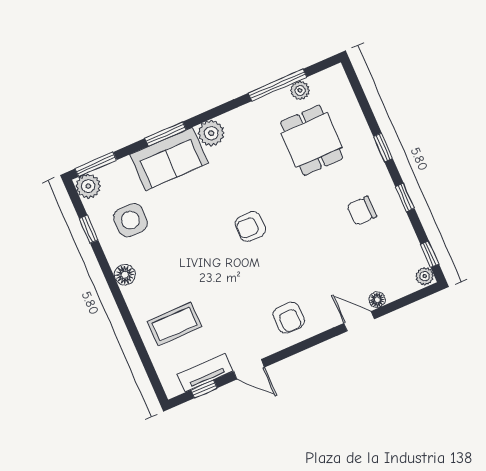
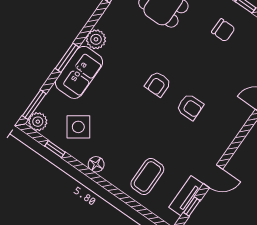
chair: (362, 211) -> (223, 30), turned -90
side table: (130, 220) -> (78, 127), turned -35
armchair: (289, 318) -> (190, 107), moved

